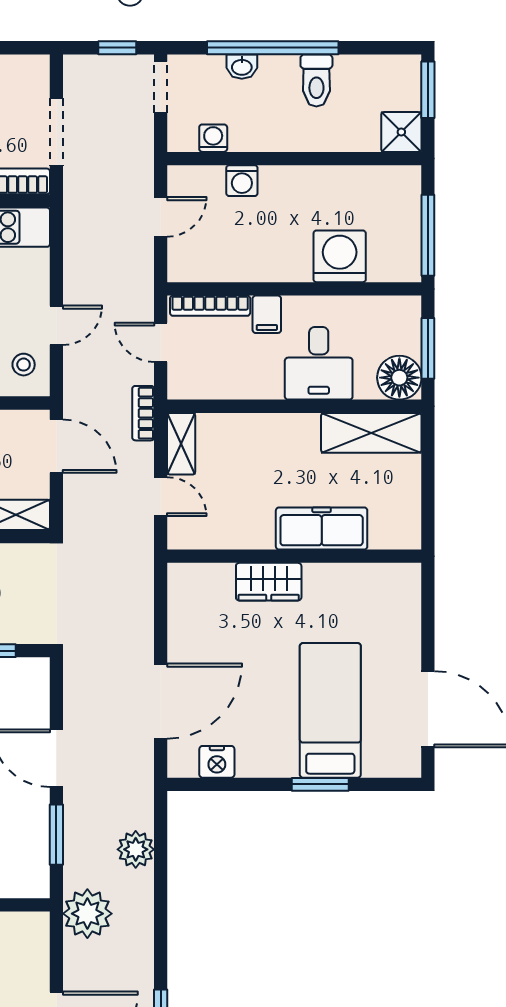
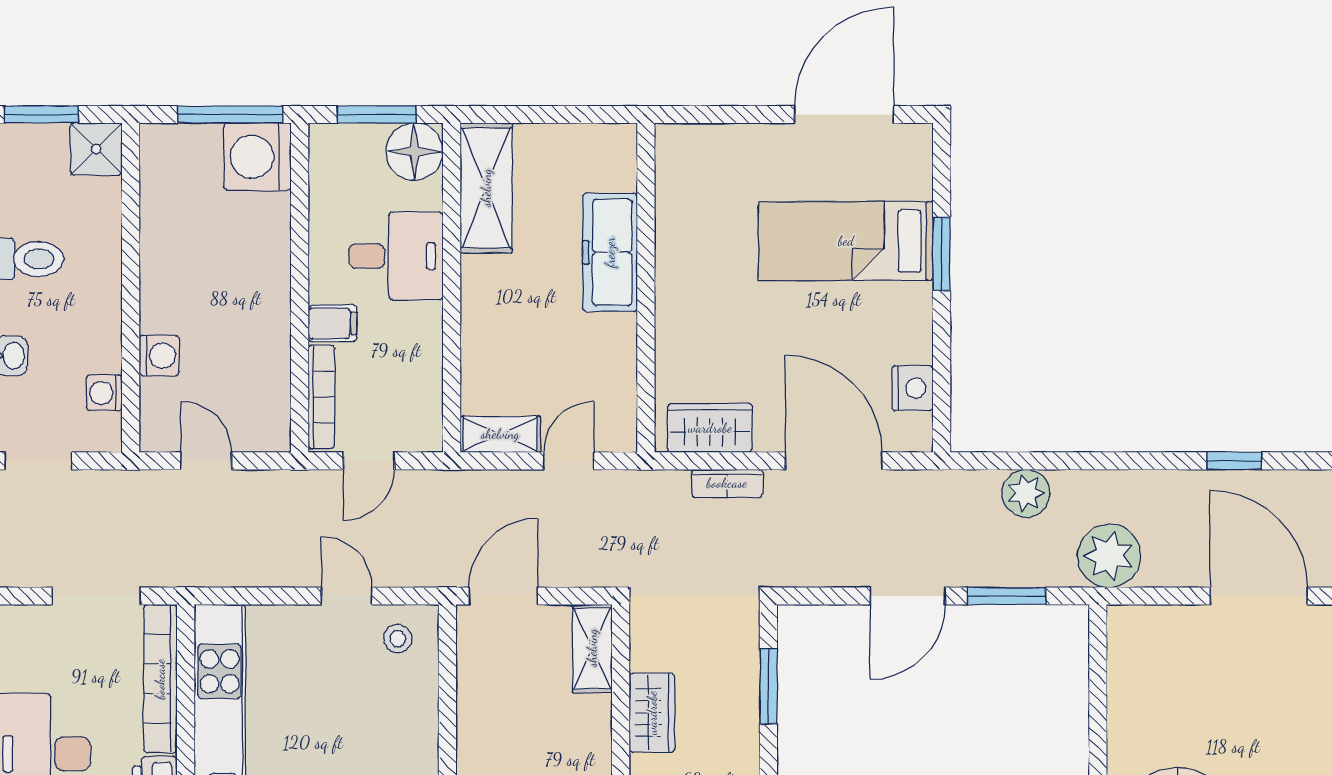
washing machine: (340, 256) -> (257, 157), moved
bookcase: (143, 413) -> (727, 483), moved
wardrobe: (269, 582) -> (710, 428), moved, turned -90

